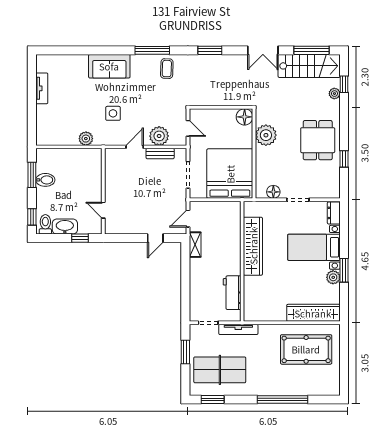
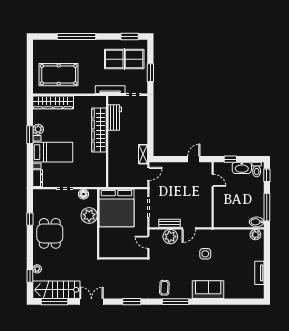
floor lamp: (245, 117) -> (105, 251), removed
plant: (266, 135) -> (89, 215), moved
plant: (86, 139) -> (255, 235), moved
window: (32, 175) -> (267, 207), width x1.44
bidet: (45, 180) -> (257, 222), moved
door: (155, 238) -> (194, 159), moved
wardrobe: (253, 246) -> (99, 130), moved

